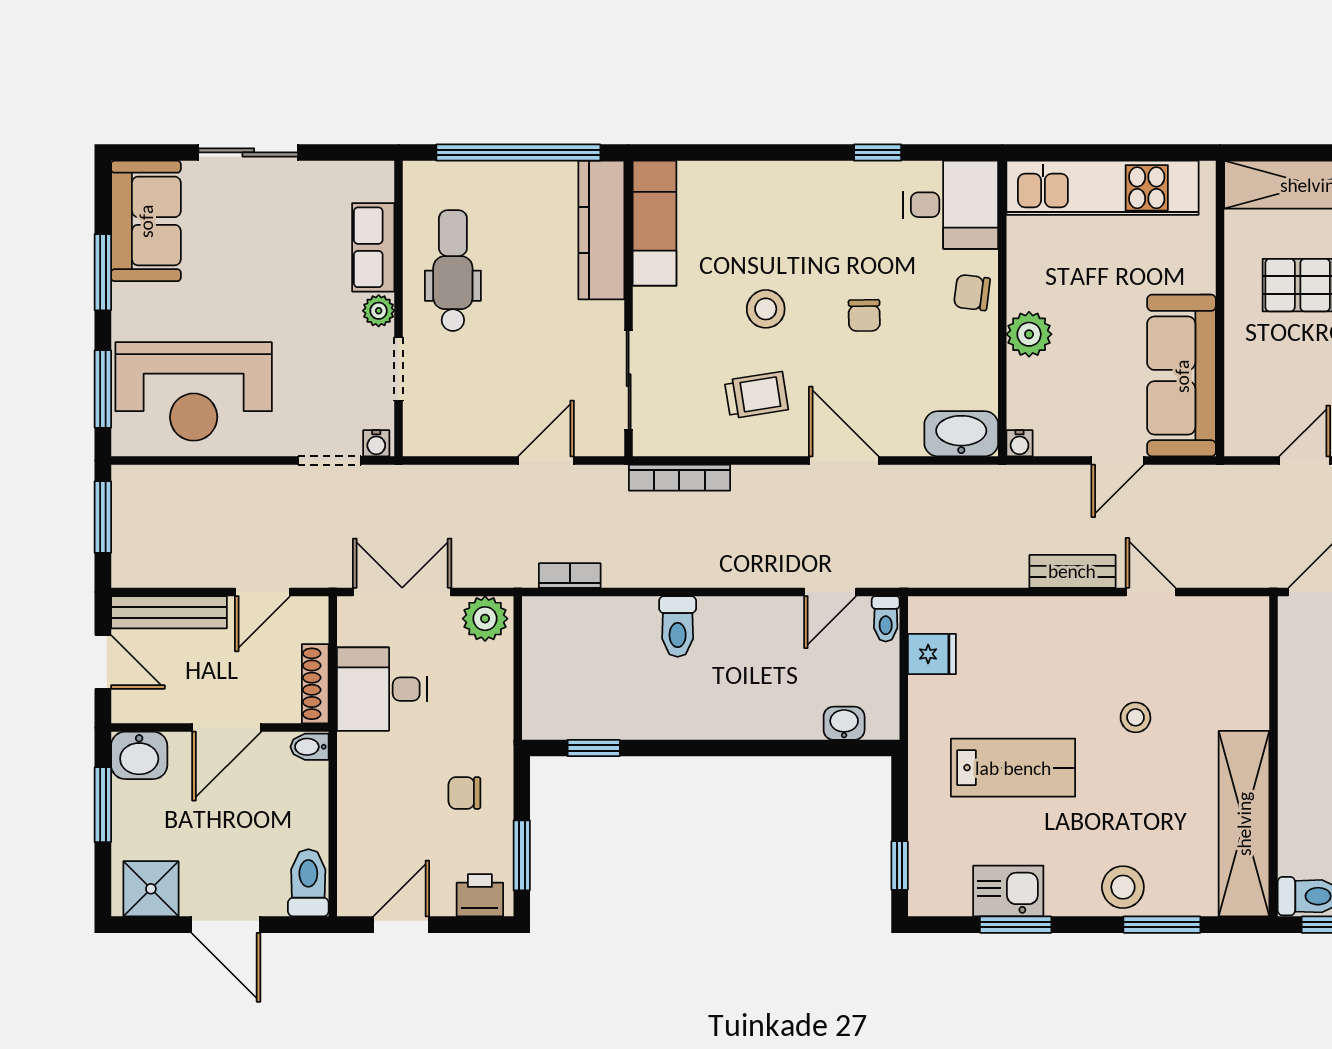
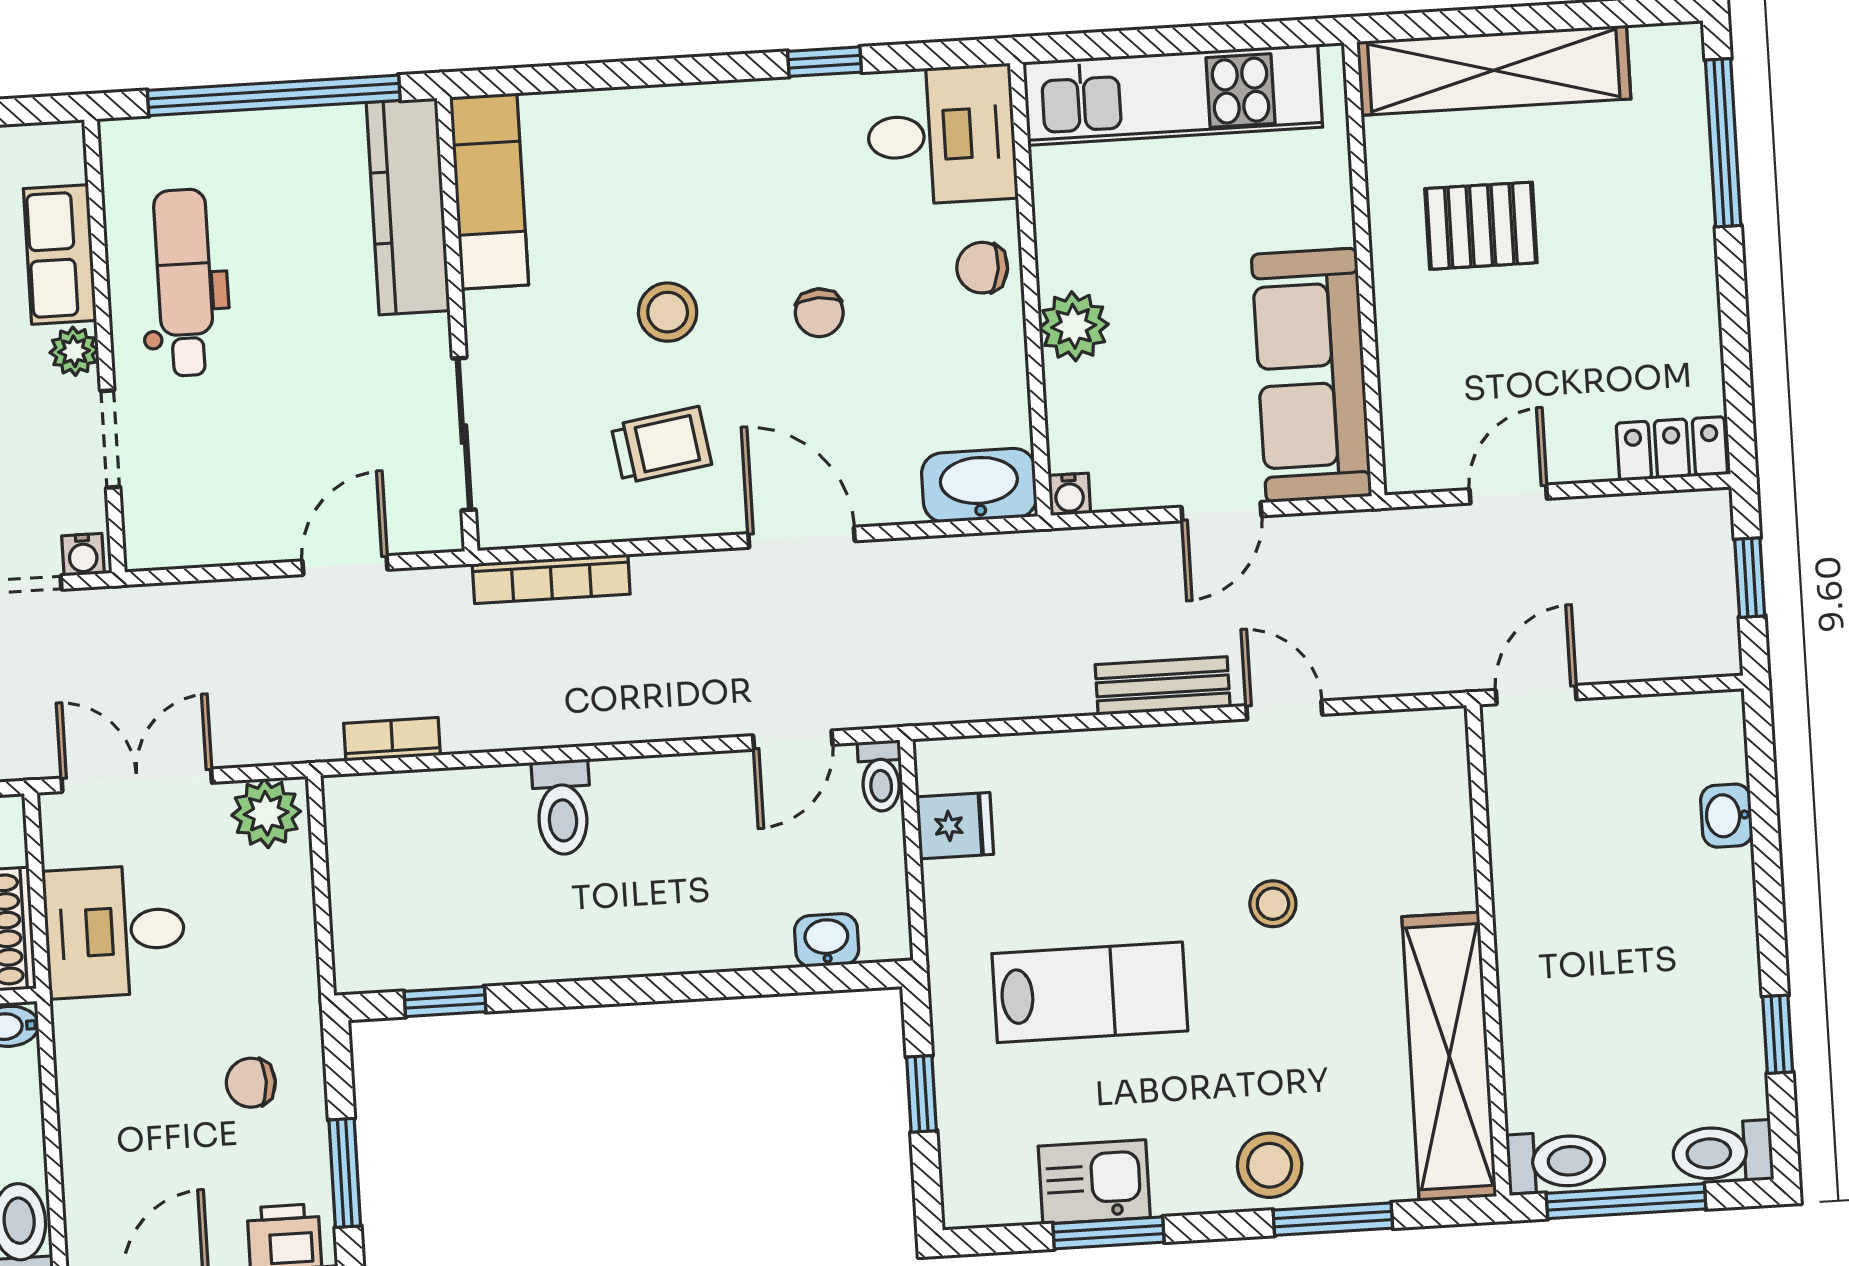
window: (900, 866) -> (922, 1094), moved

